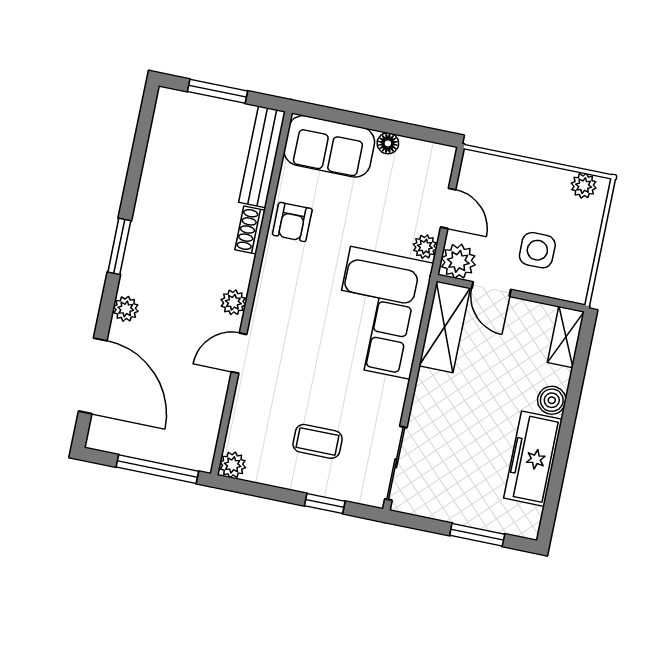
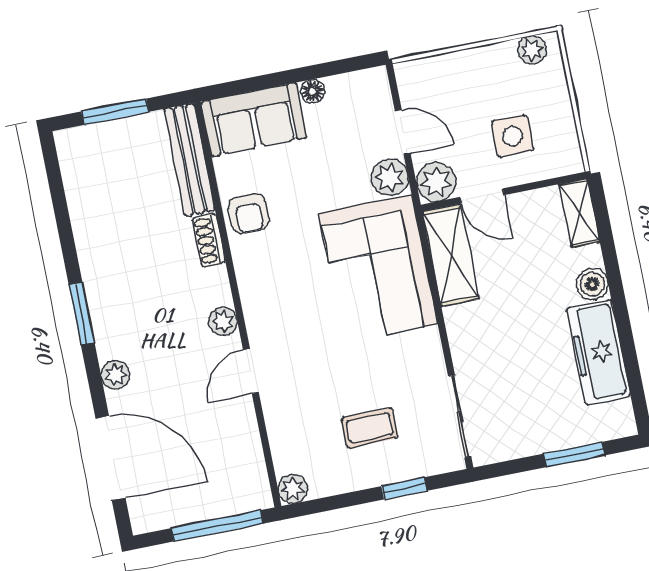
plant: (425, 247) -> (390, 177), width x1.38, depth x1.38

